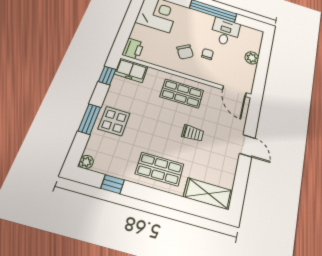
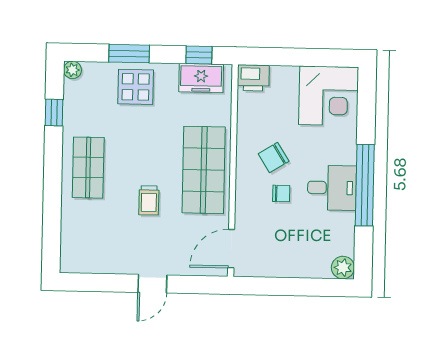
desk: (225, 32) -> (332, 188), moved
plant: (252, 58) -> (343, 268), moved
freezer: (131, 70) -> (201, 78), moved, turned -90
shop shelf: (182, 93) -> (204, 170), width x1.43, depth x1.36
shelving: (208, 194) -> (73, 241), removed

